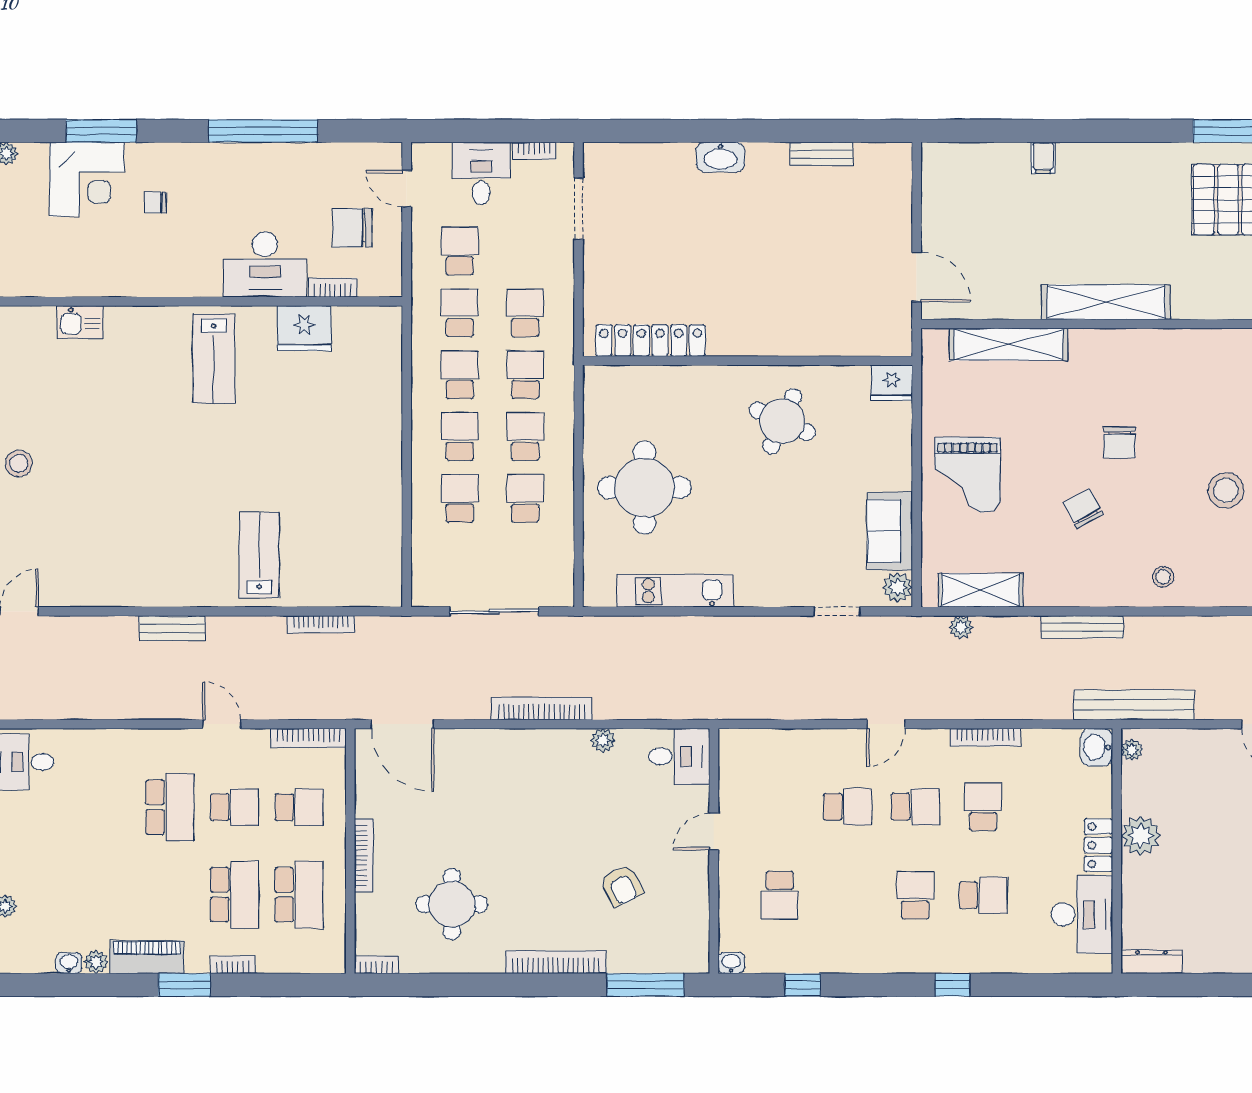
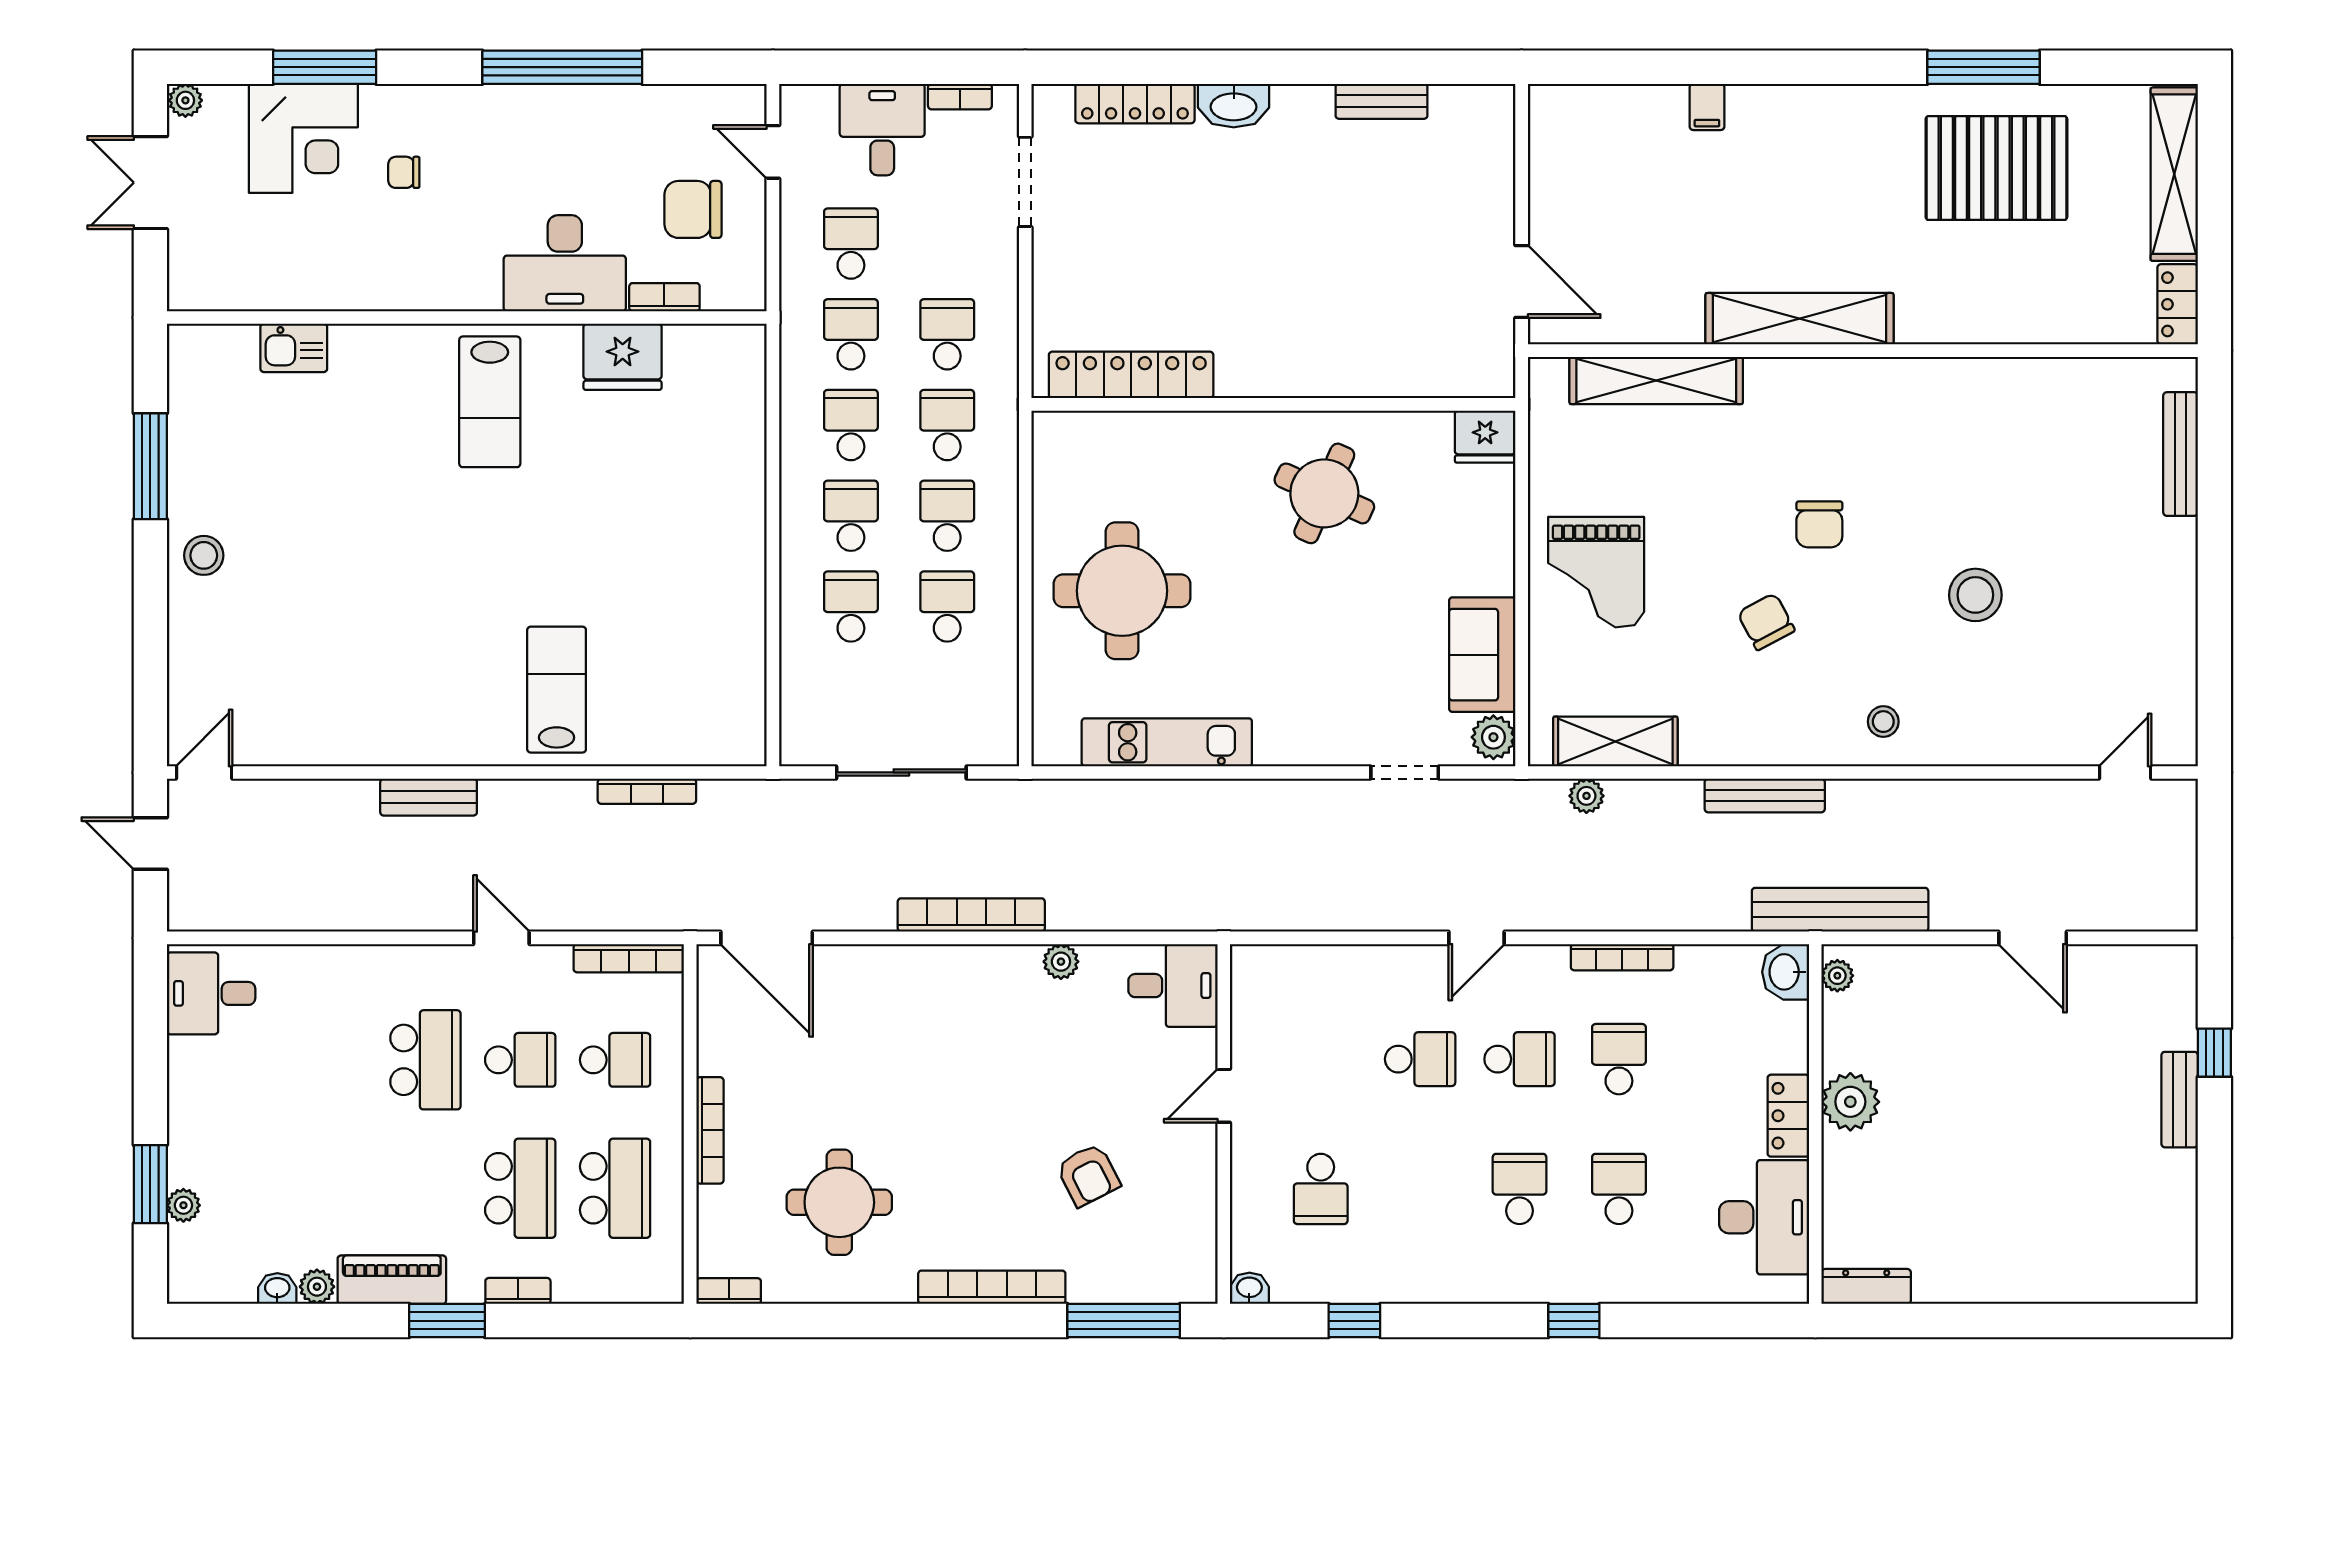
locker: (653, 156) -> (1135, 104), added
school desk: (983, 895) -> (1619, 1189), turned -90

